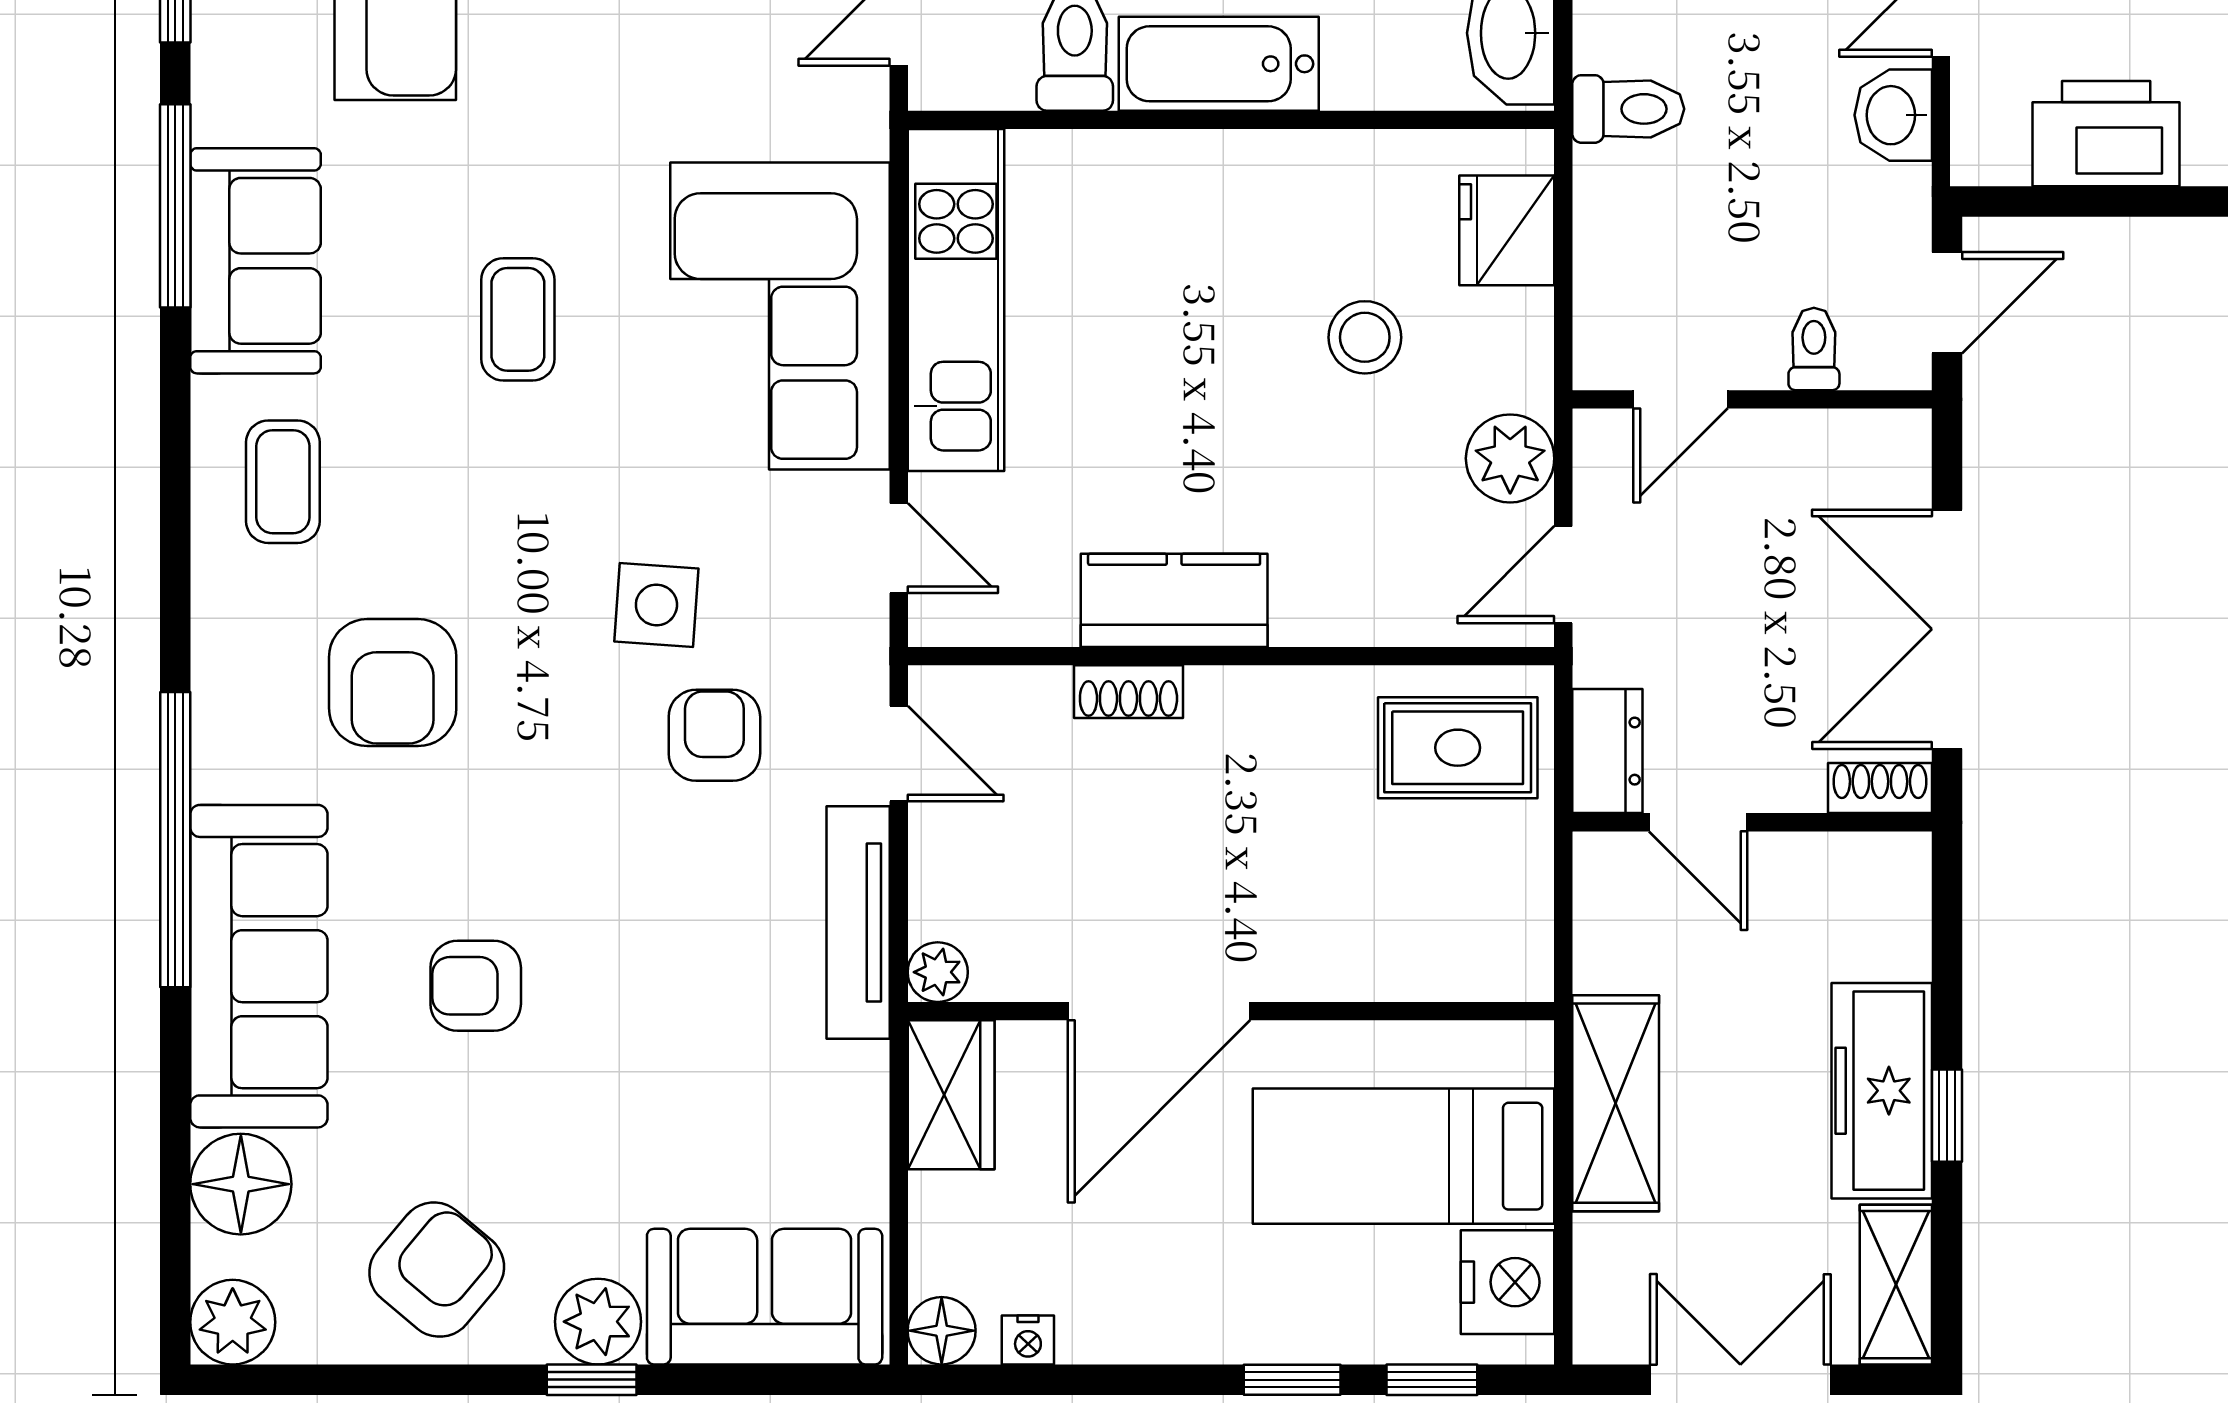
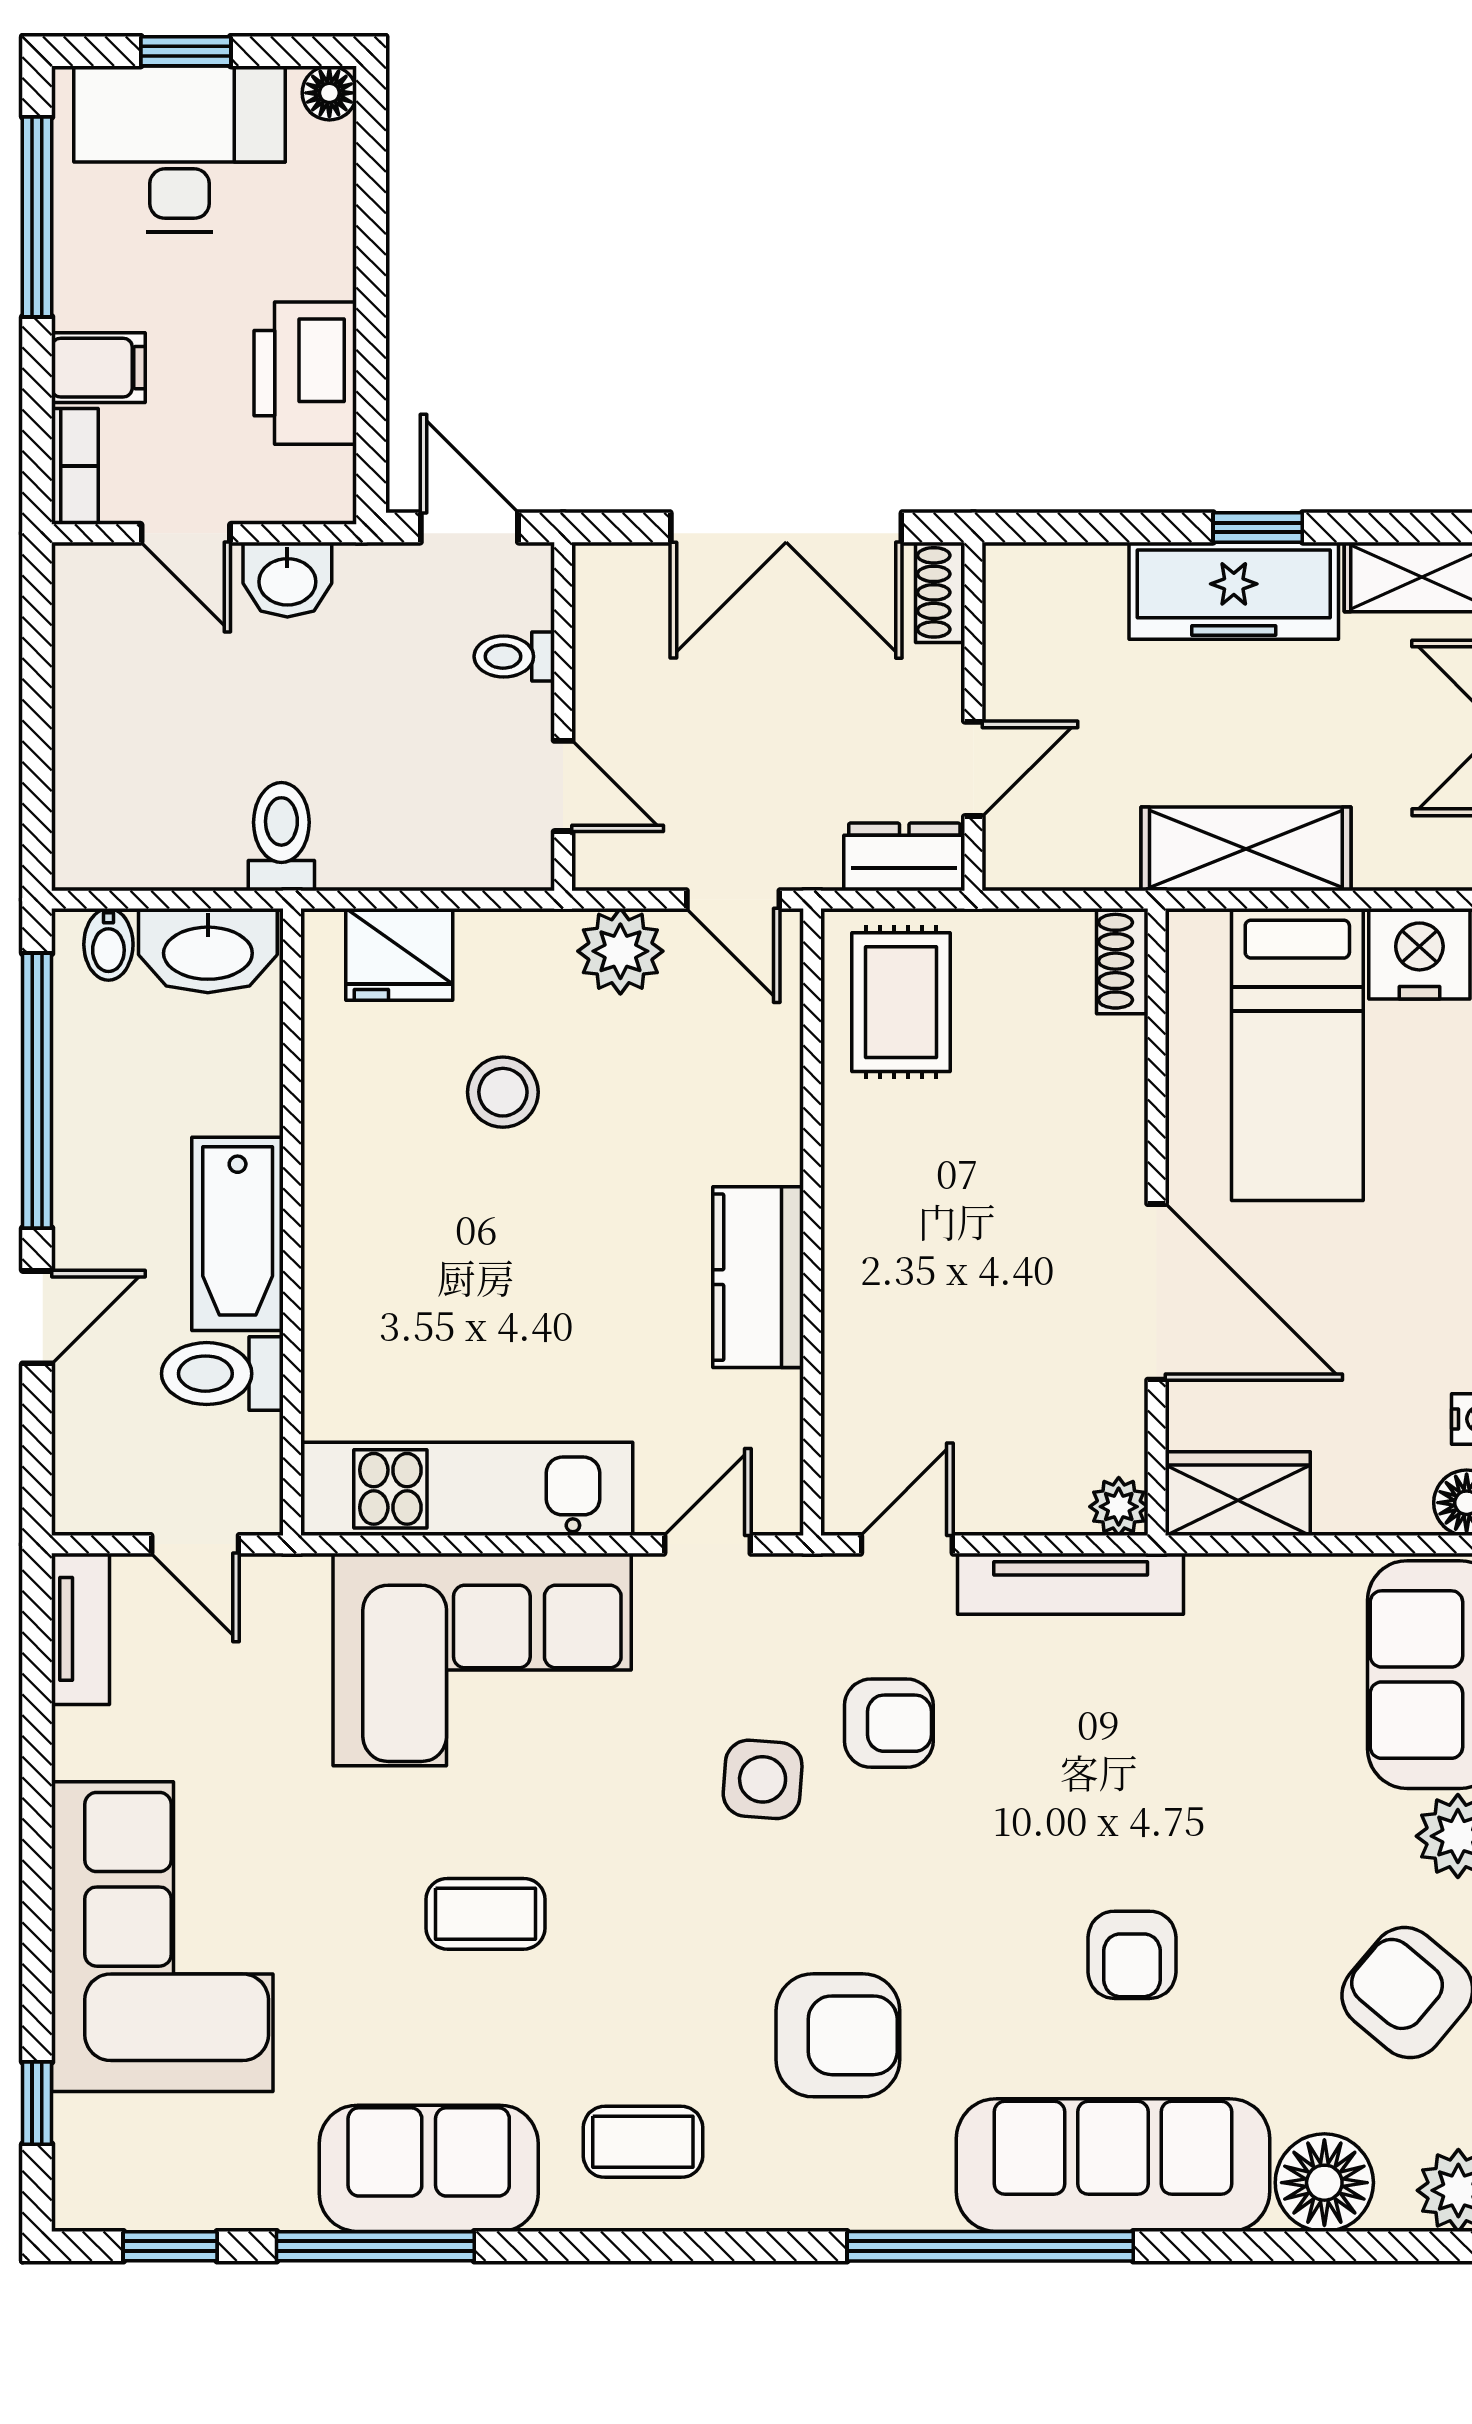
shoe rack: (1128, 692) -> (1122, 961), moved, turned 180
armchair: (714, 735) -> (889, 1723), turned 180

